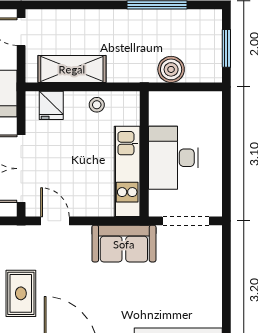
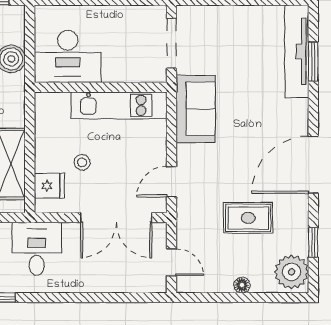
stool: (97, 105) -> (82, 162), moved
desk: (173, 158) -> (68, 56), moved

